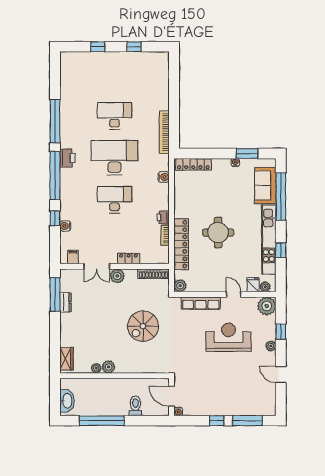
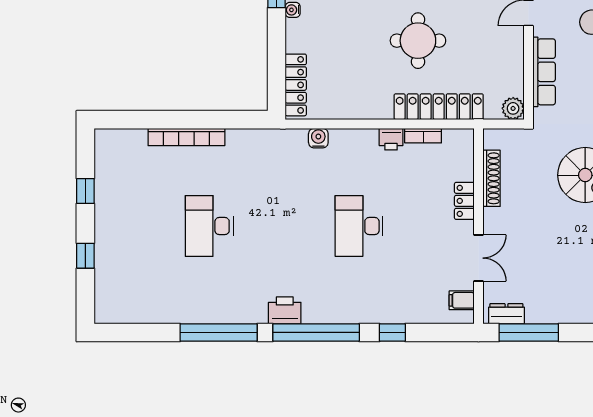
bookcase: (164, 132) -> (186, 137), moved
desk: (114, 158) -> (284, 226), removed
water cooler: (65, 226) -> (406, 314), removed
shoe rack: (153, 274) -> (492, 178), moved
plant: (117, 276) -> (496, 221), removed
dresser: (65, 302) -> (506, 314), moved

